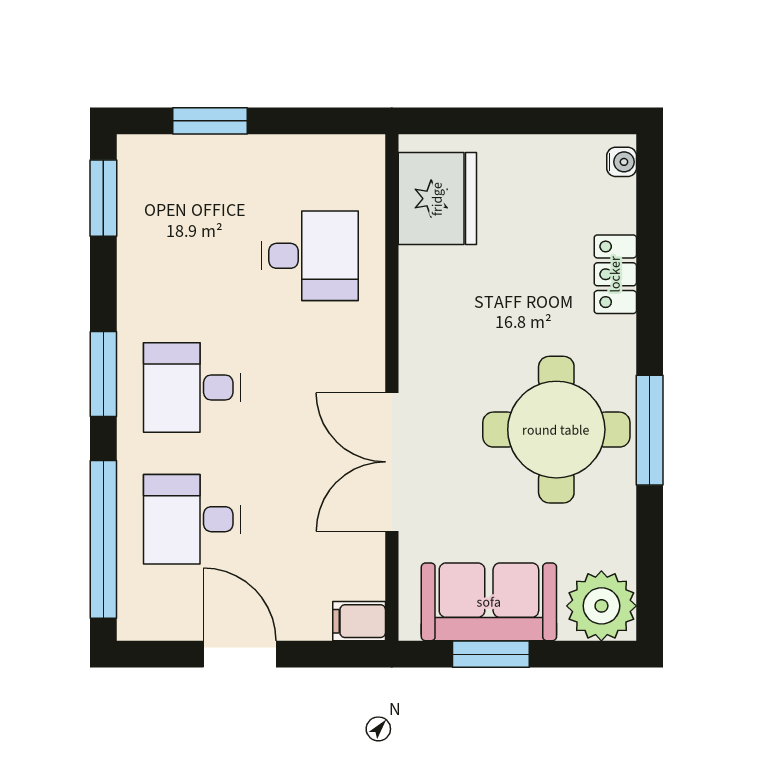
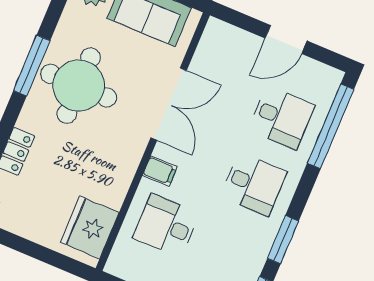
window: (103, 374) -> (283, 240), moved
filing cabinet: (359, 621) -> (160, 171), moved
door: (240, 654) -> (286, 39), hinge flipped

